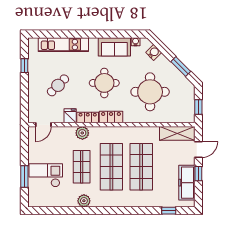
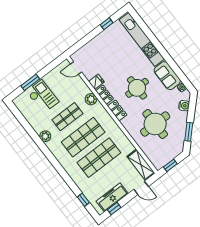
kitchen unit: (63, 45) -> (142, 39), width x1.36
cafe table: (58, 85) -> (111, 57), removed
window: (198, 174) -> (114, 209), moved

